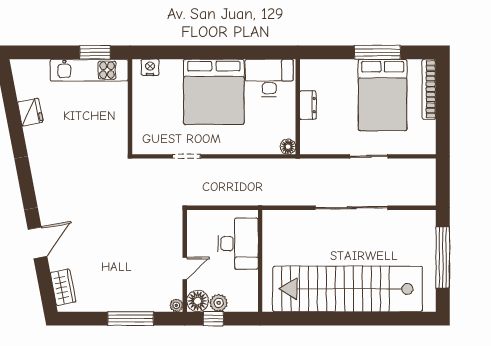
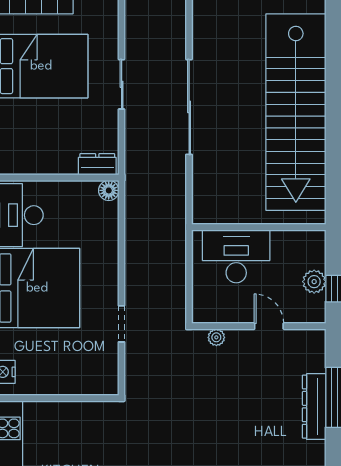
dresser: (308, 105) -> (97, 164), moved
floor lamp: (198, 301) -> (312, 309), removed
dresser: (124, 303) -> (314, 407), added
plant: (176, 305) -> (216, 337), moved

